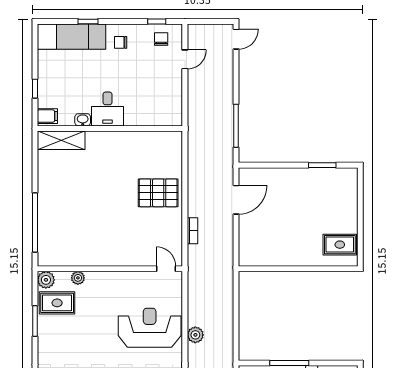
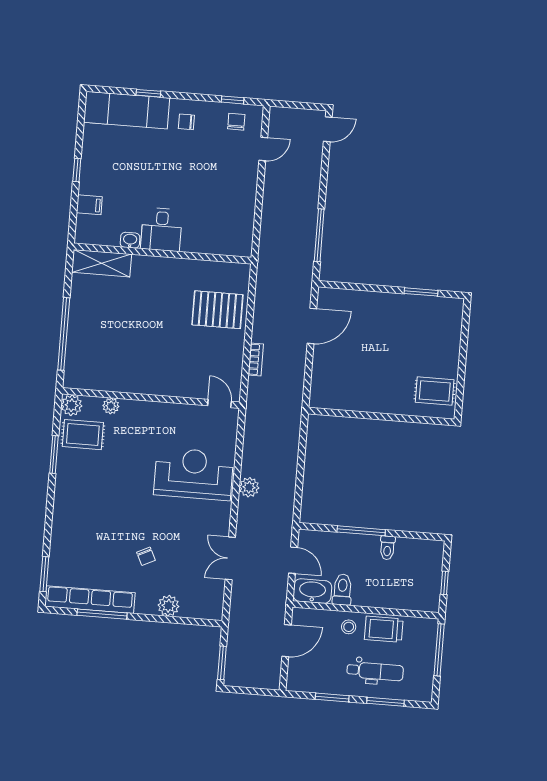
desk: (107, 109) -> (161, 229), moved
washbasin: (83, 120) -> (130, 240), moved
wall: (110, 128) -> (162, 254), moved
shelving: (61, 140) -> (102, 263), moved

